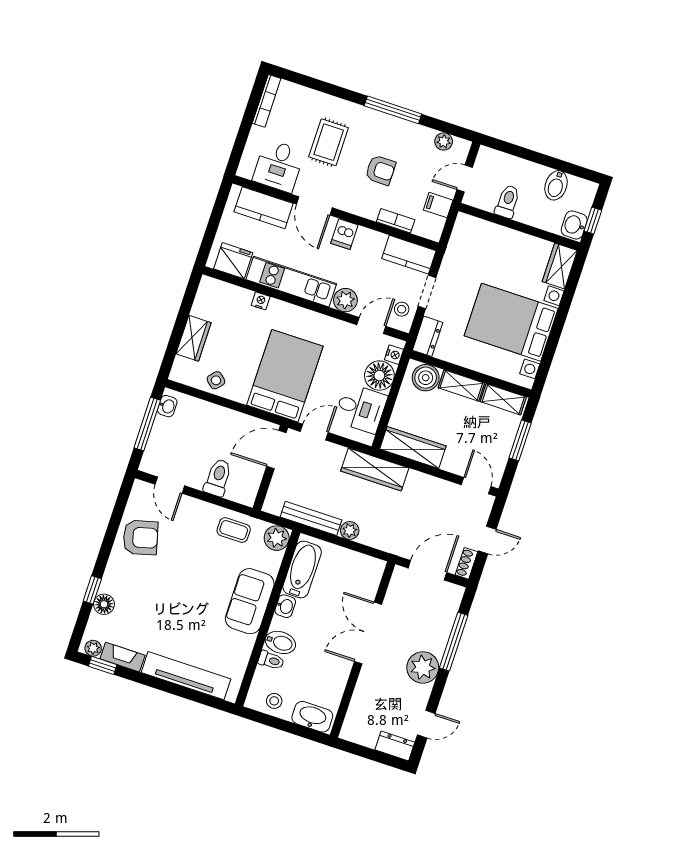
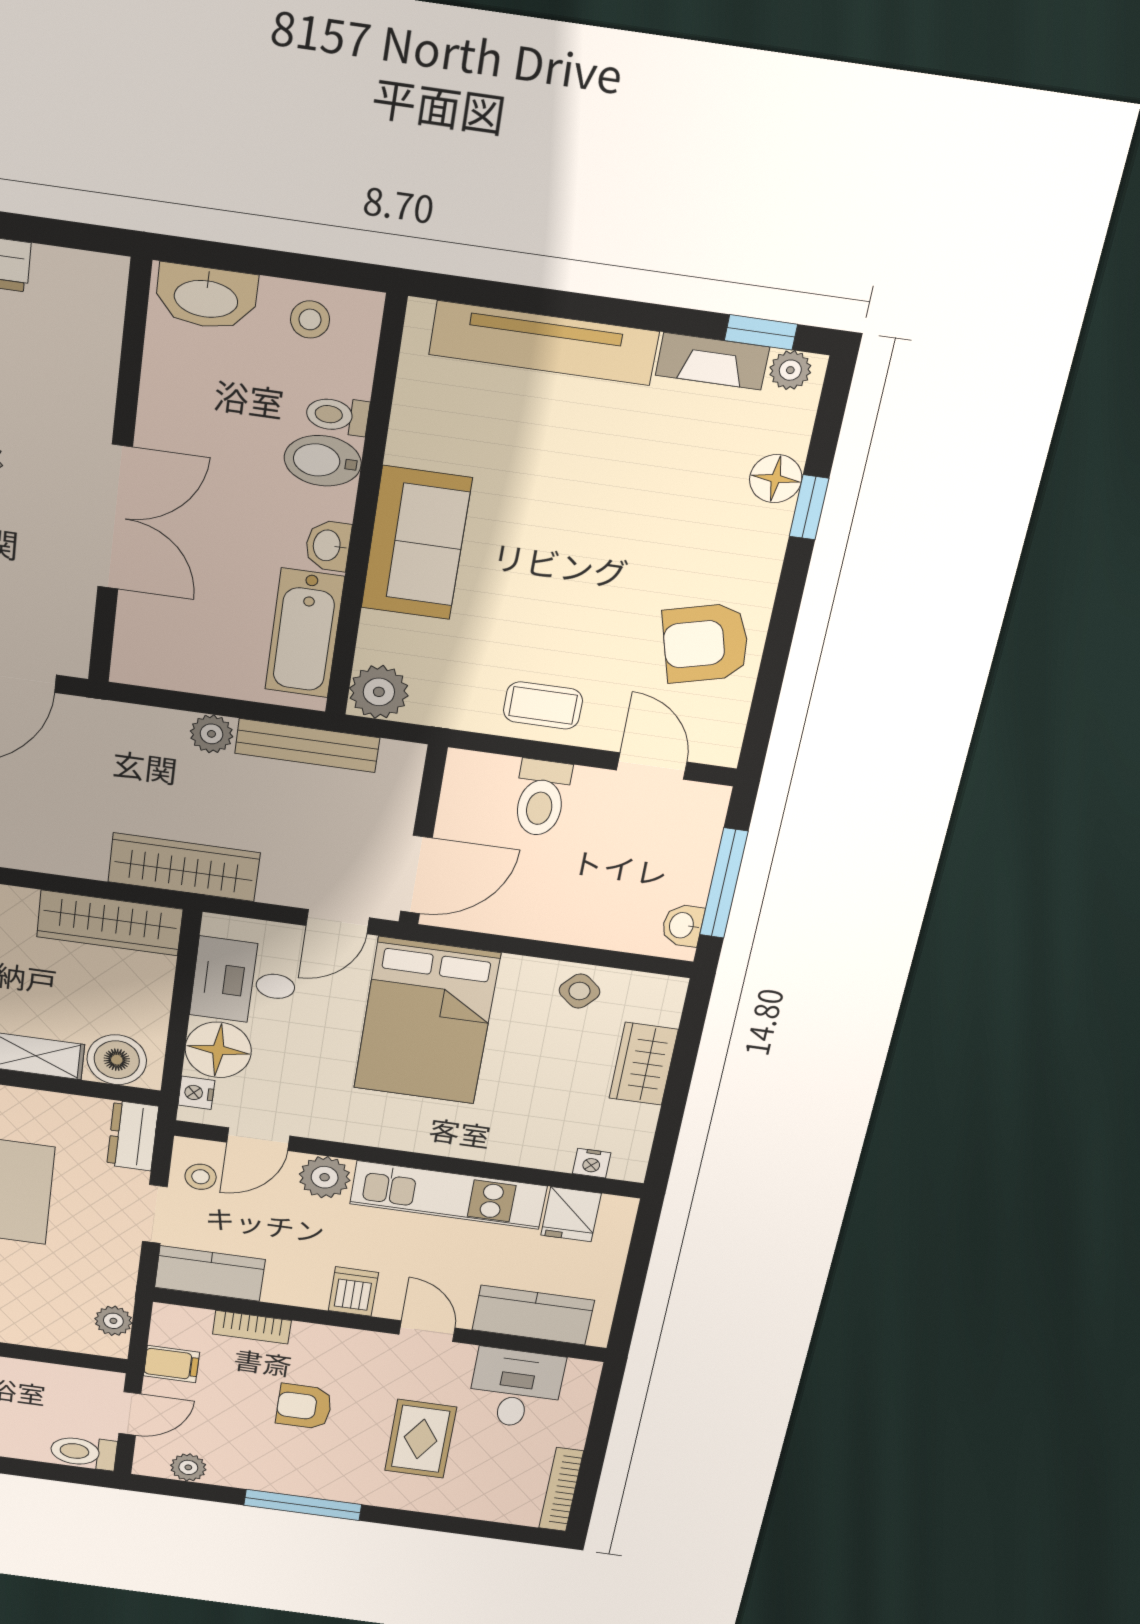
toilet: (507, 202) -> (83, 1452), moved, turned 90
door: (314, 206) -> (427, 1331), width x0.73
plant: (460, 234) -> (113, 1321), added
fridge: (233, 261) -> (571, 1214), width x0.72
nightstand: (261, 301) -> (592, 1163), moved
coffee table: (234, 530) -> (543, 705), moved

